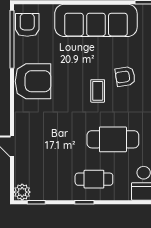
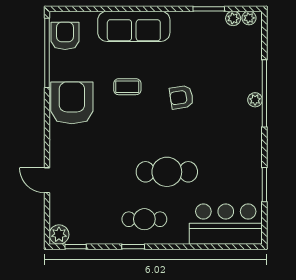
sofa: (96, 20) -> (134, 26), width x0.74, depth x0.79
armchair: (33, 81) -> (72, 103), turned -90
coffee table: (98, 91) -> (127, 87), moved, turned 90

